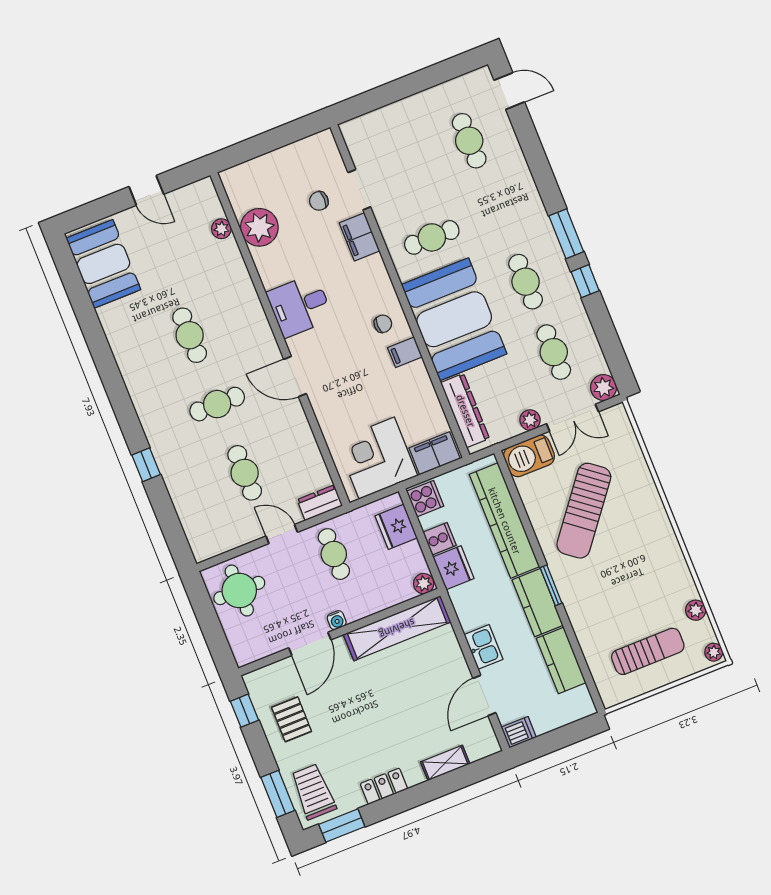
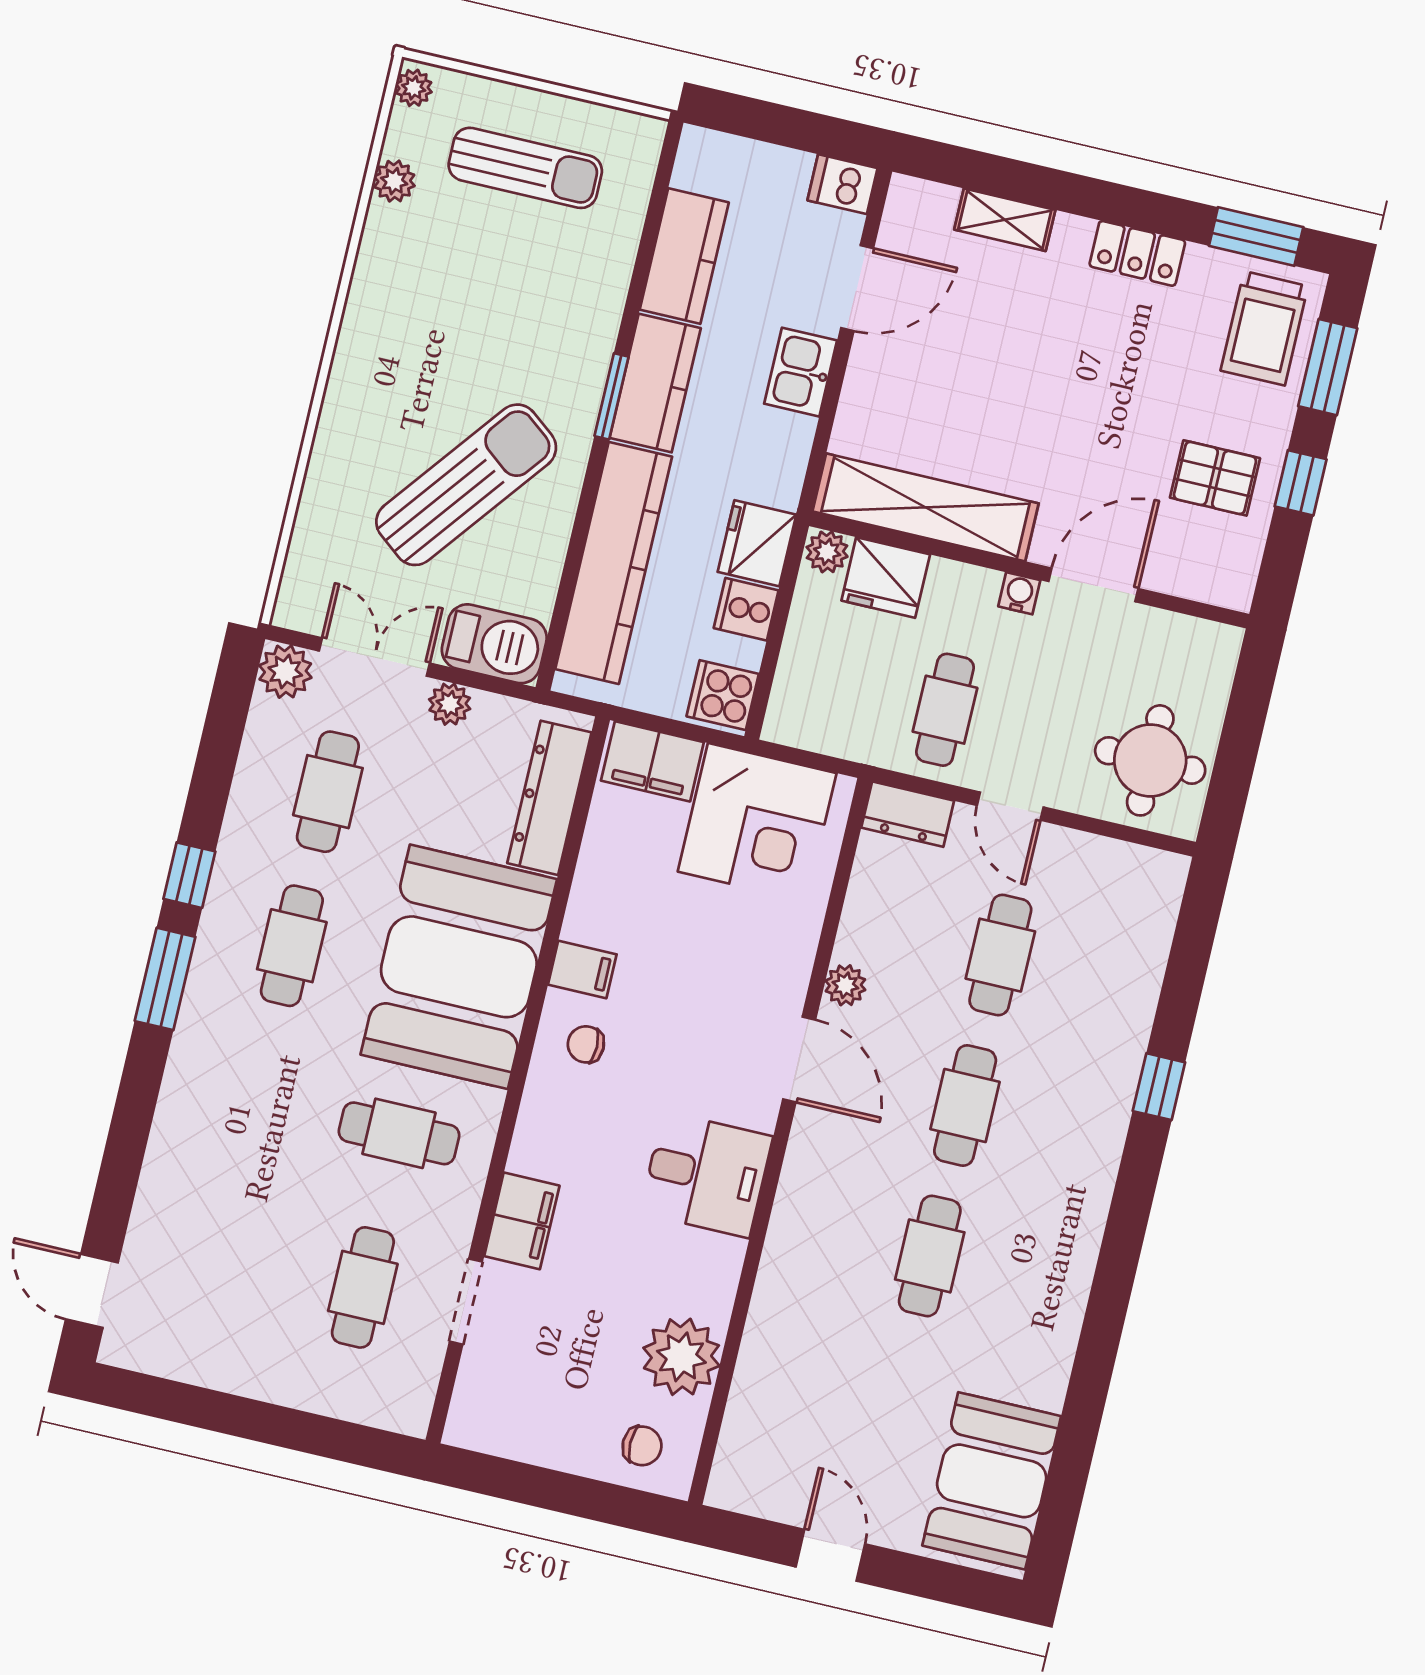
cafe table: (469, 141) -> (363, 1287), moved
chair: (319, 201) -> (642, 1446), moved
plant: (221, 229) -> (845, 985), moved
cafe table: (217, 404) -> (965, 1105), turned 90
fridge: (396, 527) -> (886, 577), moved, turned 90
sun lounger: (648, 651) -> (525, 168), turned 180
window: (244, 711) -> (1301, 483), moved
pallet: (292, 719) -> (1215, 478), turned 90

